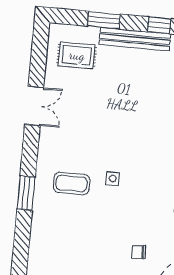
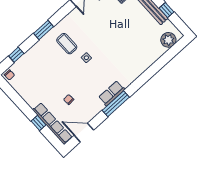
window: (20, 256) -> (16, 55), added

